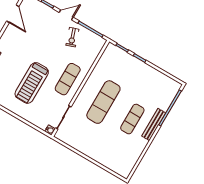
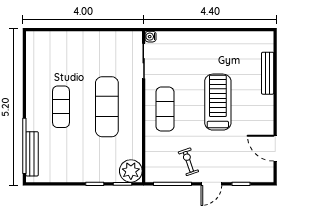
plant: (112, 53) -> (131, 171), added
treadmill: (32, 83) -> (218, 102), moved
bench: (154, 124) -> (32, 154), moved

